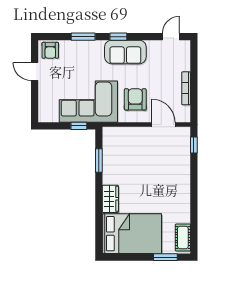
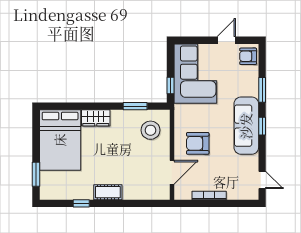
sofa: (125, 52) -> (246, 126), width x1.36
armchair: (135, 99) -> (198, 143), turned 180
corner sofa: (88, 102) -> (195, 74), moved
stool: (122, 145) -> (151, 130), added
window: (194, 145) -> (81, 203), moved
cot: (183, 237) -> (108, 192), moved

